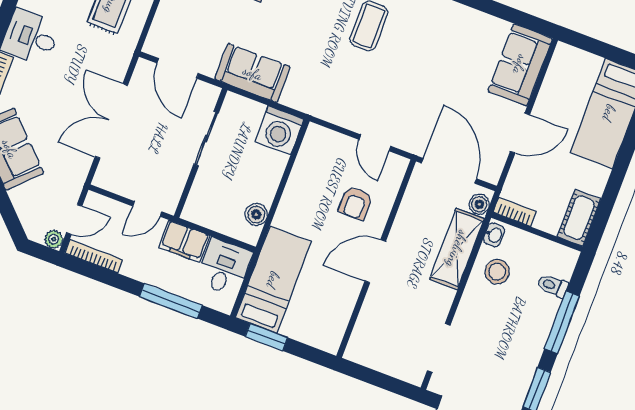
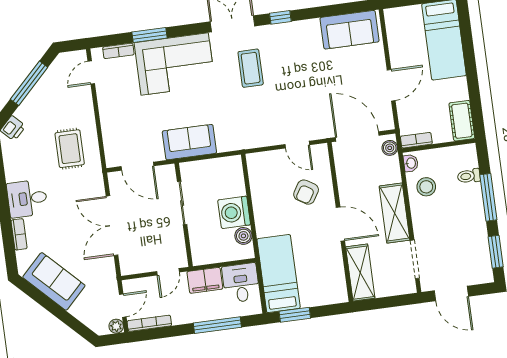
sofa: (520, 65) -> (349, 30), moved, turned -90
washing machine: (280, 130) -> (234, 212), moved, turned 90
armchair: (356, 203) -> (306, 192), turned 32
shelving: (457, 249) -> (395, 213), moved
door: (375, 261) -> (340, 224), swing flipped
shelving: (368, 329) -> (360, 273), added

